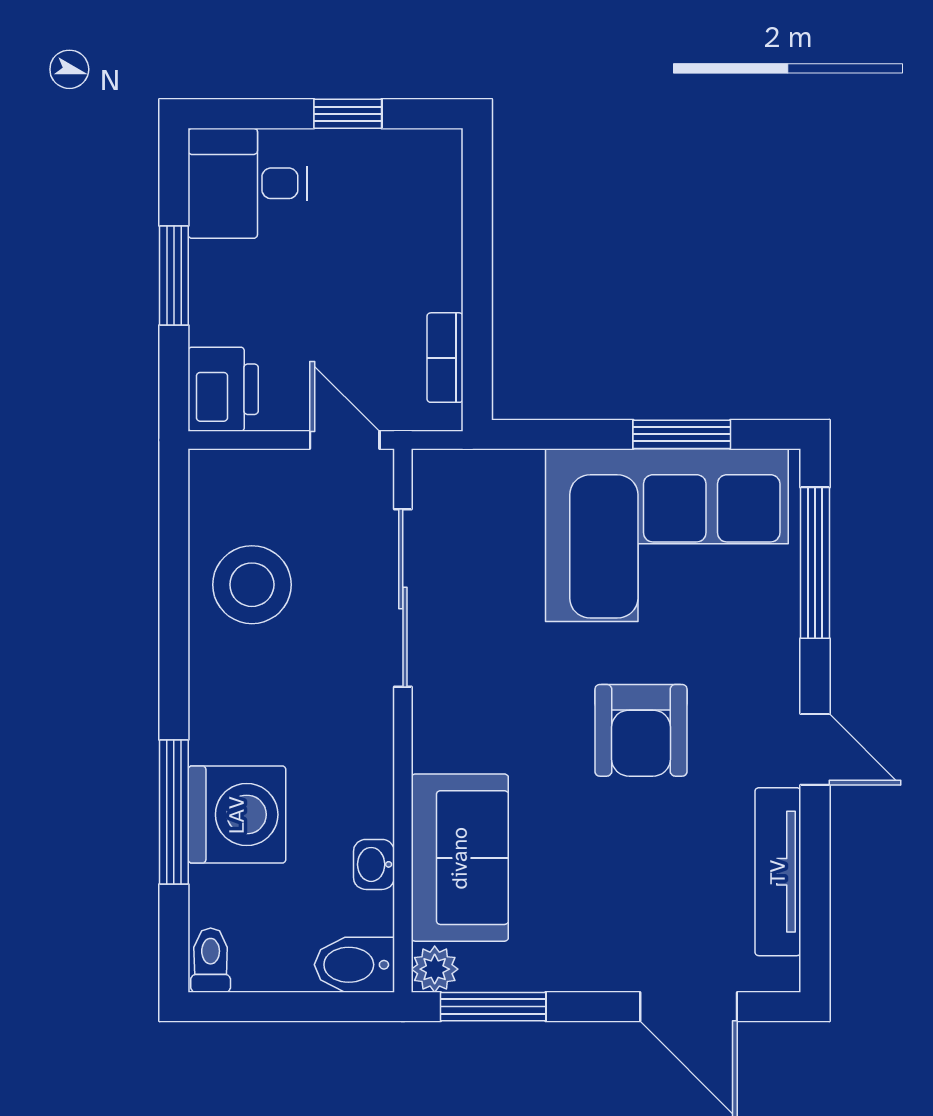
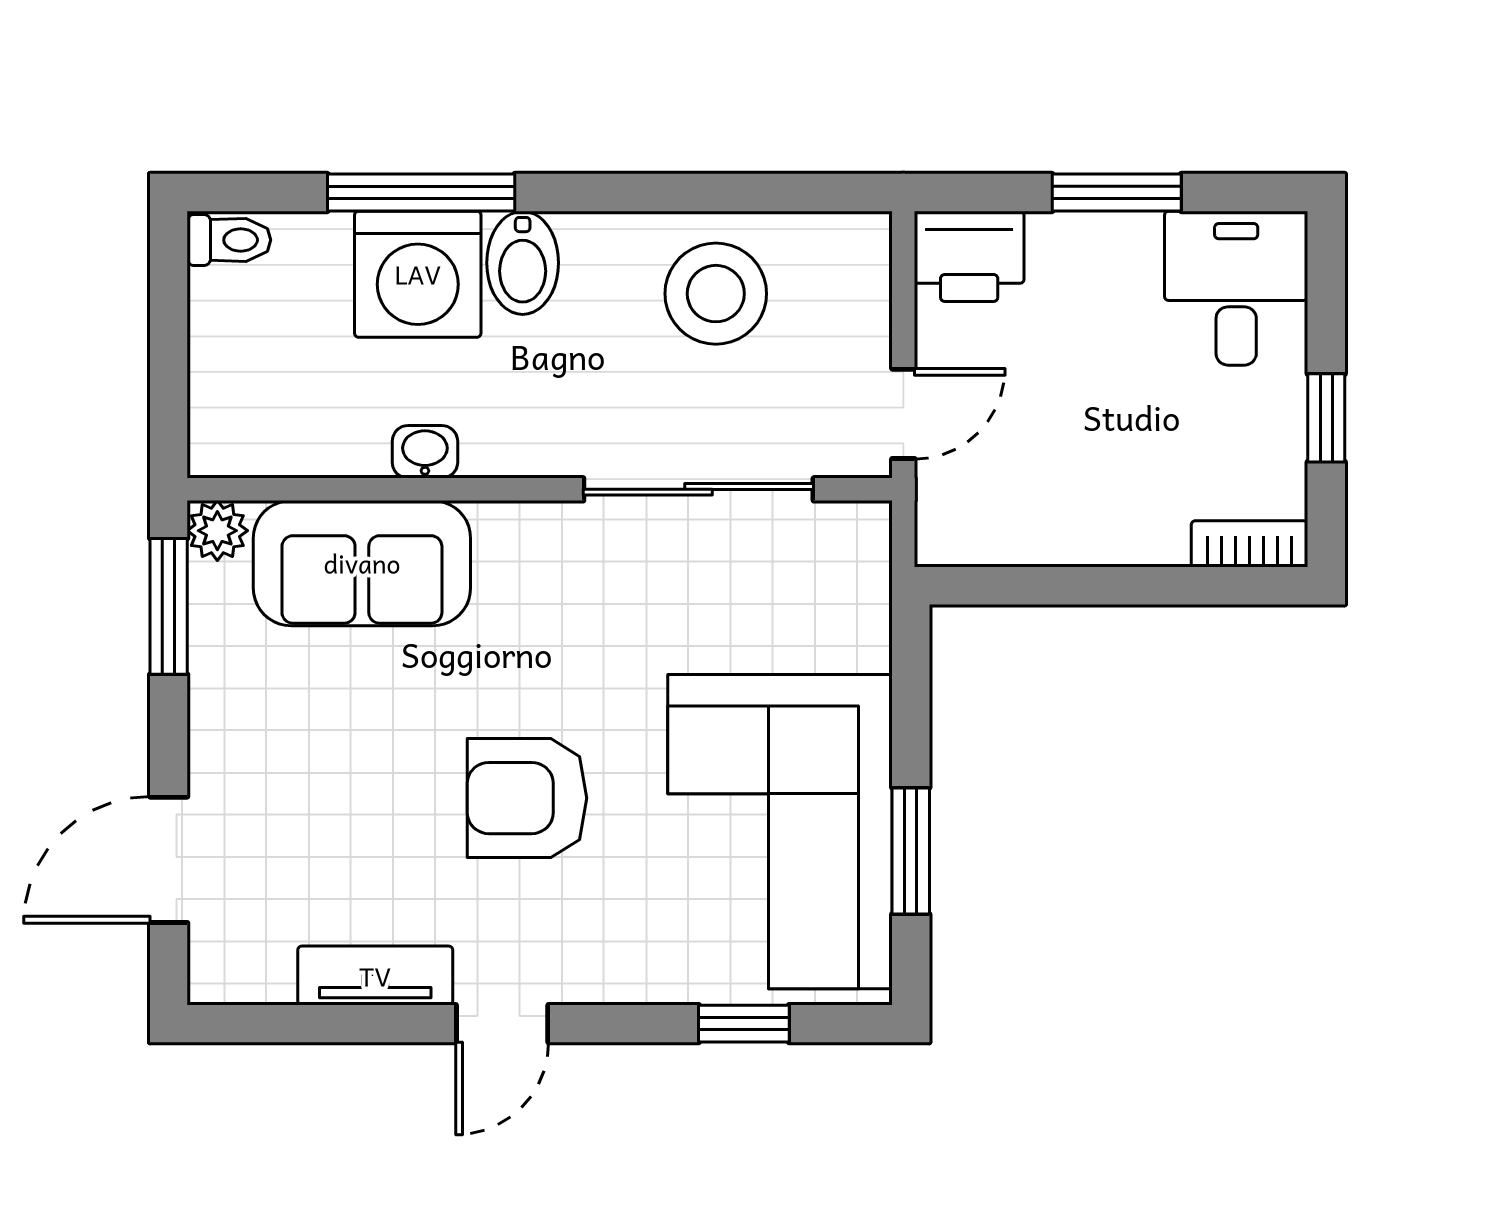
bookcase: (445, 358) -> (1250, 544), moved
window: (815, 563) -> (744, 1024), width x0.46
washbasin: (374, 864) -> (425, 452), moved
tv unit: (778, 872) -> (375, 976), width x0.71
bidet: (354, 965) -> (523, 263), moved, turned 180

